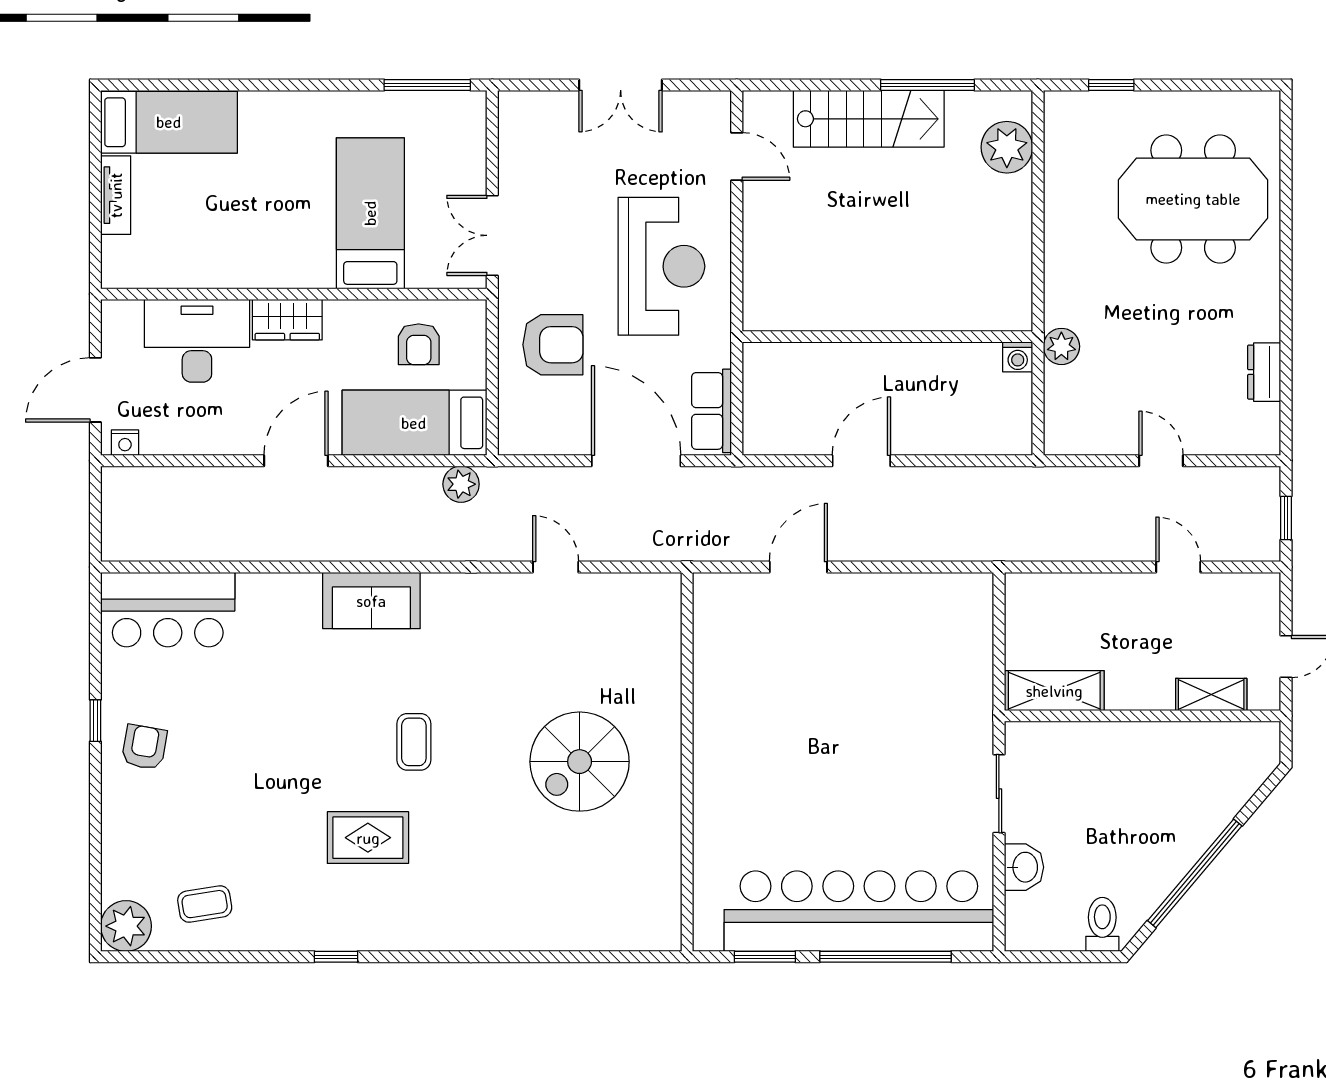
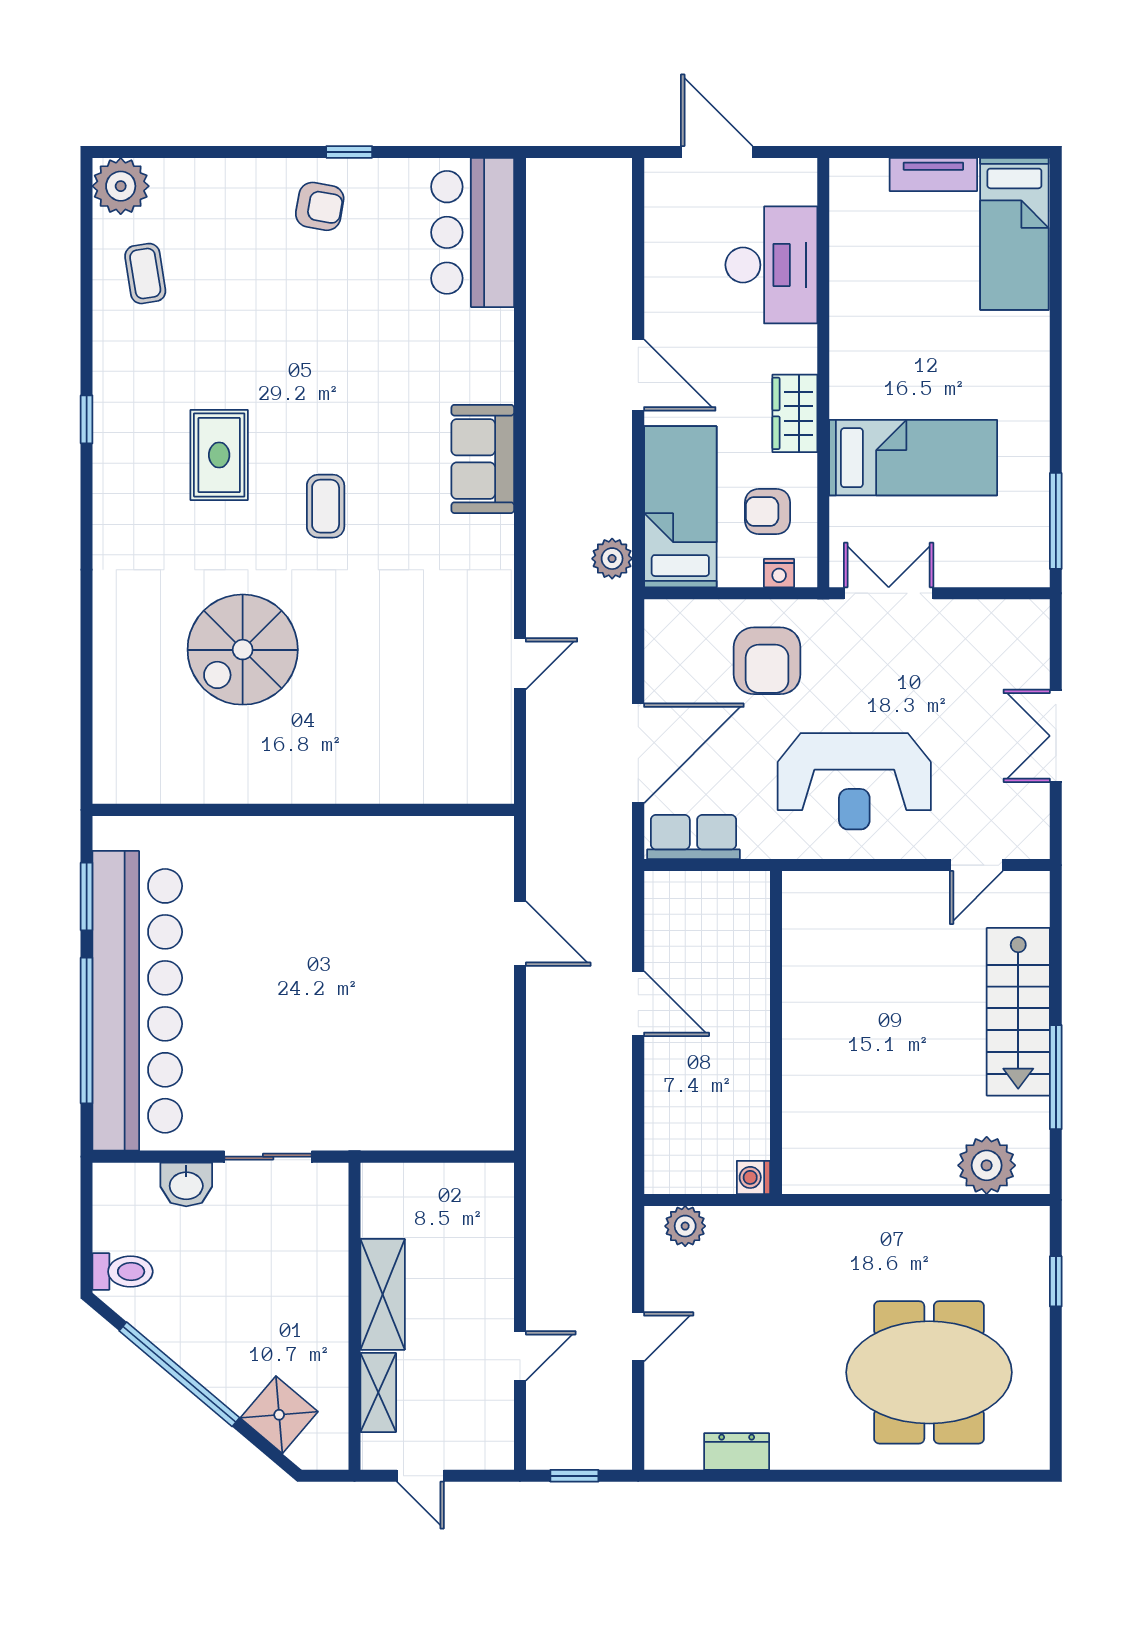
meeting table: (1193, 199) -> (929, 1372), turned 90
wardrobe: (287, 320) -> (795, 413), moved
plant: (1061, 346) -> (685, 1226), moved
nightstand: (125, 443) -> (779, 573), moved, turned -90
shelving: (1054, 691) -> (383, 1294), moved
coffee table: (414, 742) -> (326, 506), turned 90
spiral stairs: (580, 762) -> (243, 650), moved, turned -90
shower: (1231, 784) -> (279, 1415), added

